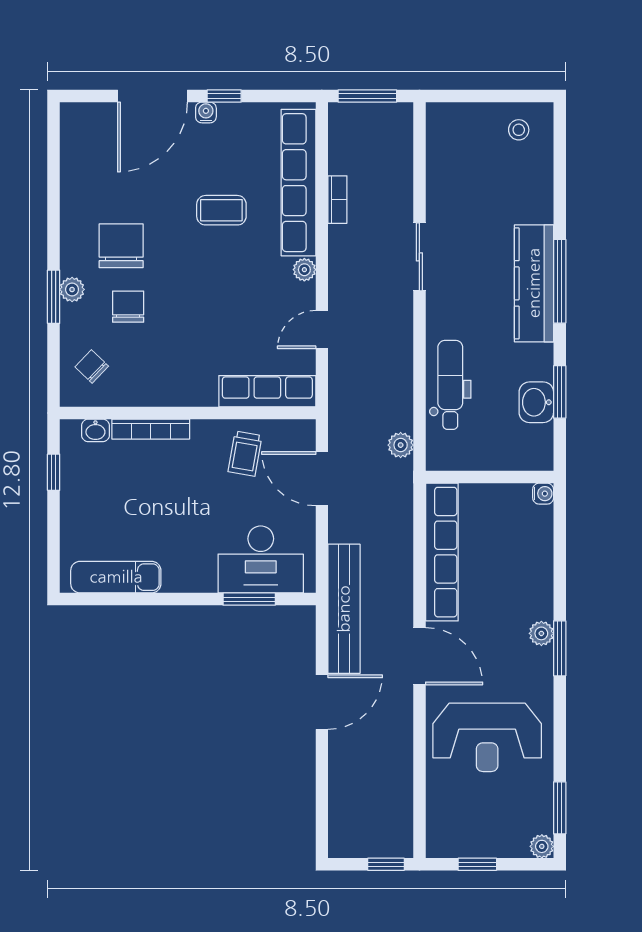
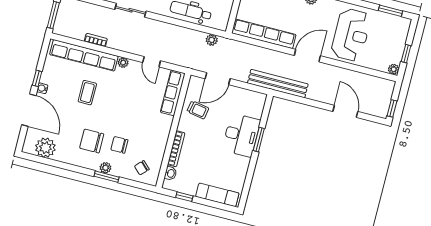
plant: (82, 151) -> (45, 148), added
desk: (261, 559) -> (241, 135), moved
exam couch: (116, 577) -> (217, 195), moved, turned 90
window: (249, 599) -> (259, 140), moved
door: (322, 702) -> (345, 111), moved
plant: (542, 846) -> (394, 69), moved
window: (386, 864) -> (392, 108), moved

